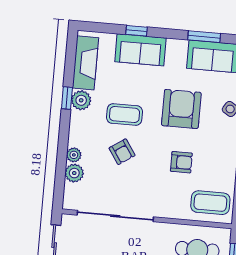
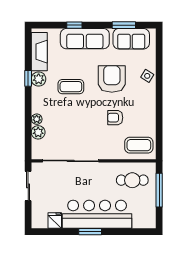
sofa: (140, 50) -> (85, 39), width x1.36
armchair: (122, 152) -> (71, 114), removed
armchair: (181, 162) -> (115, 118), turned 180

